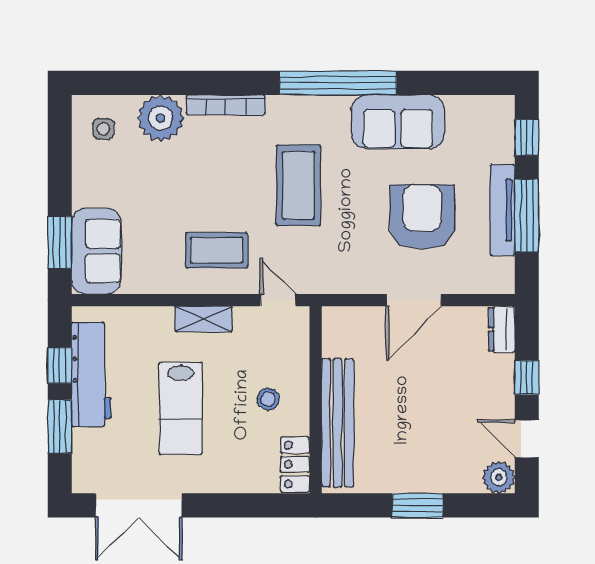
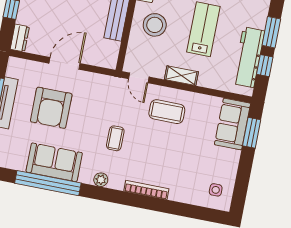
window: (338, 83) -> (48, 183), moved
plant: (161, 118) -> (101, 180), moved, width x0.53, depth x0.53
coffee table: (298, 185) -> (115, 138), width x0.54, depth x0.58
stool: (268, 399) -> (155, 25), width x1.89, depth x1.89

